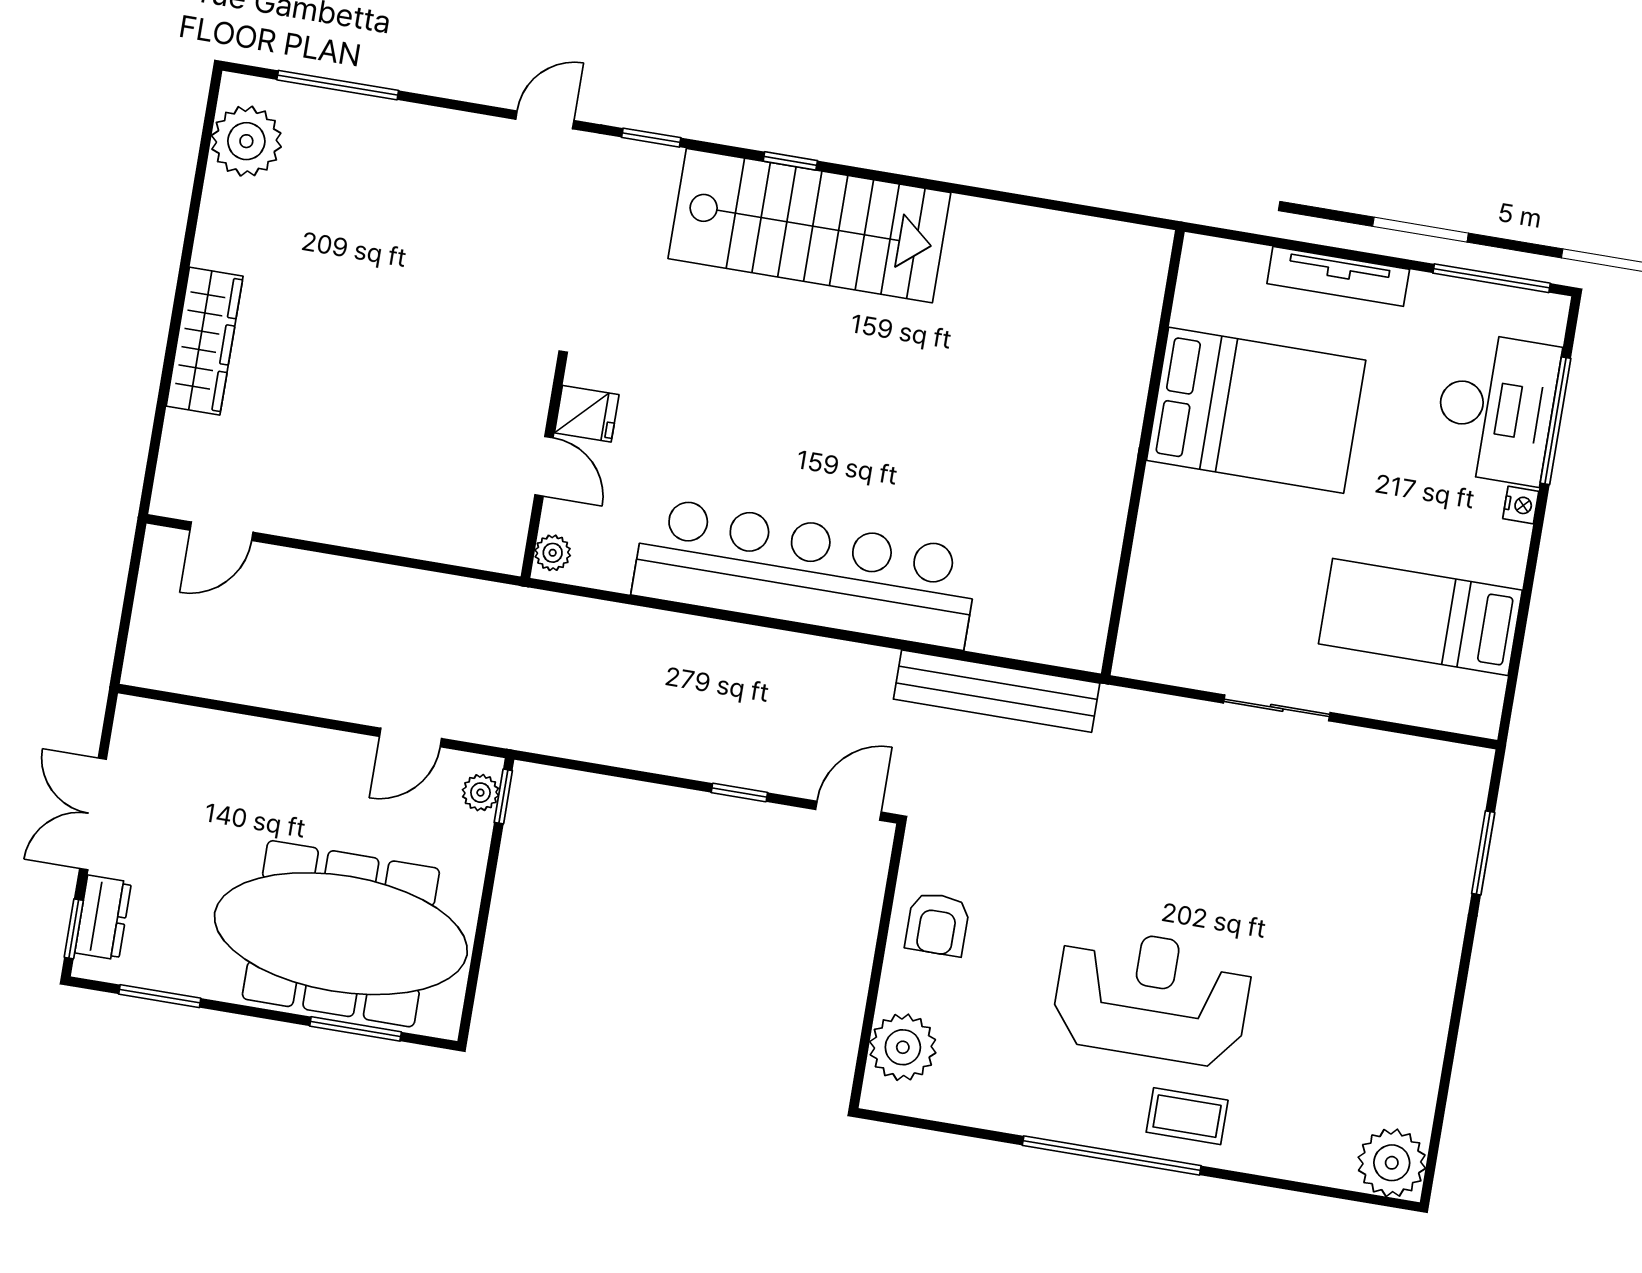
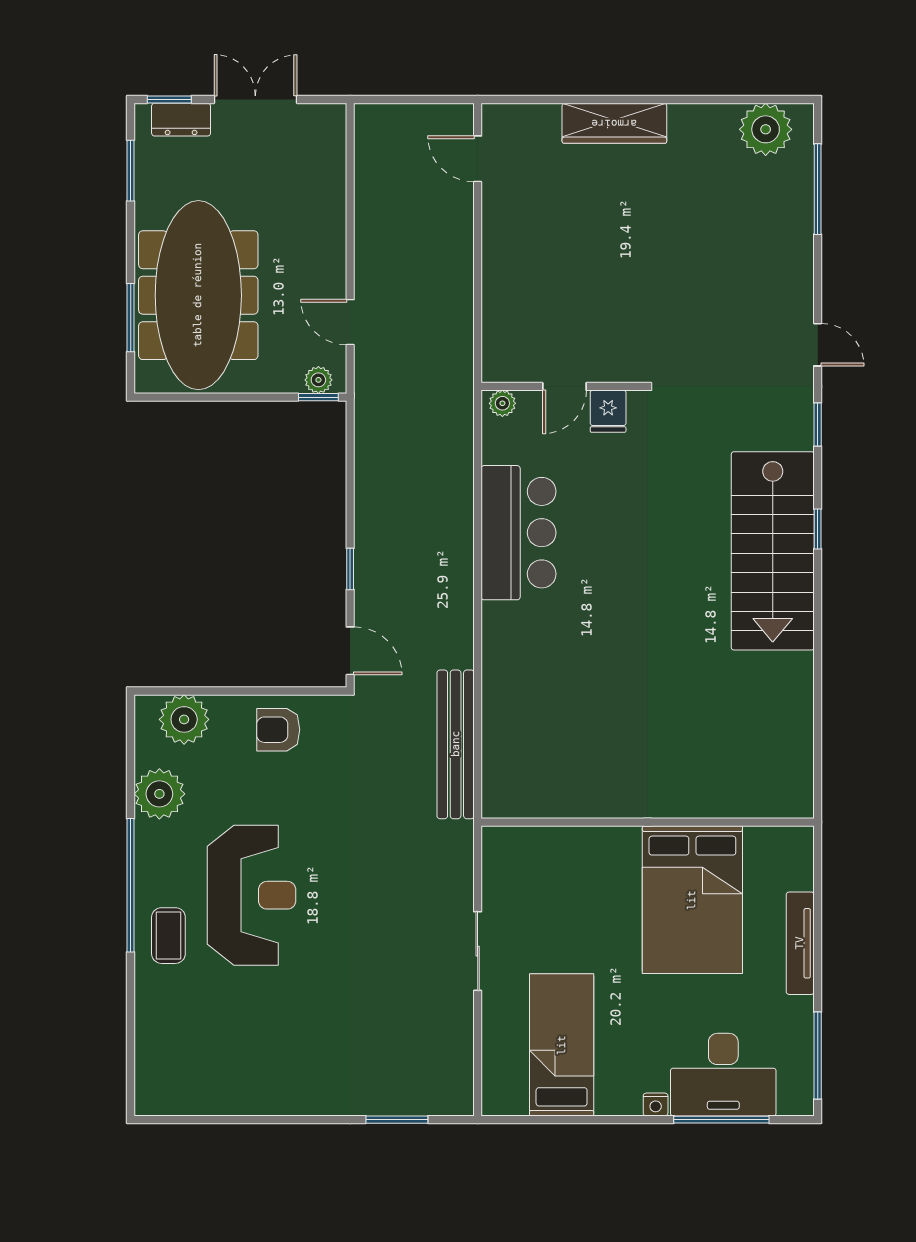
bar counter: (806, 573) -> (519, 533), width x0.54
plant: (1392, 1163) -> (159, 794), moved

